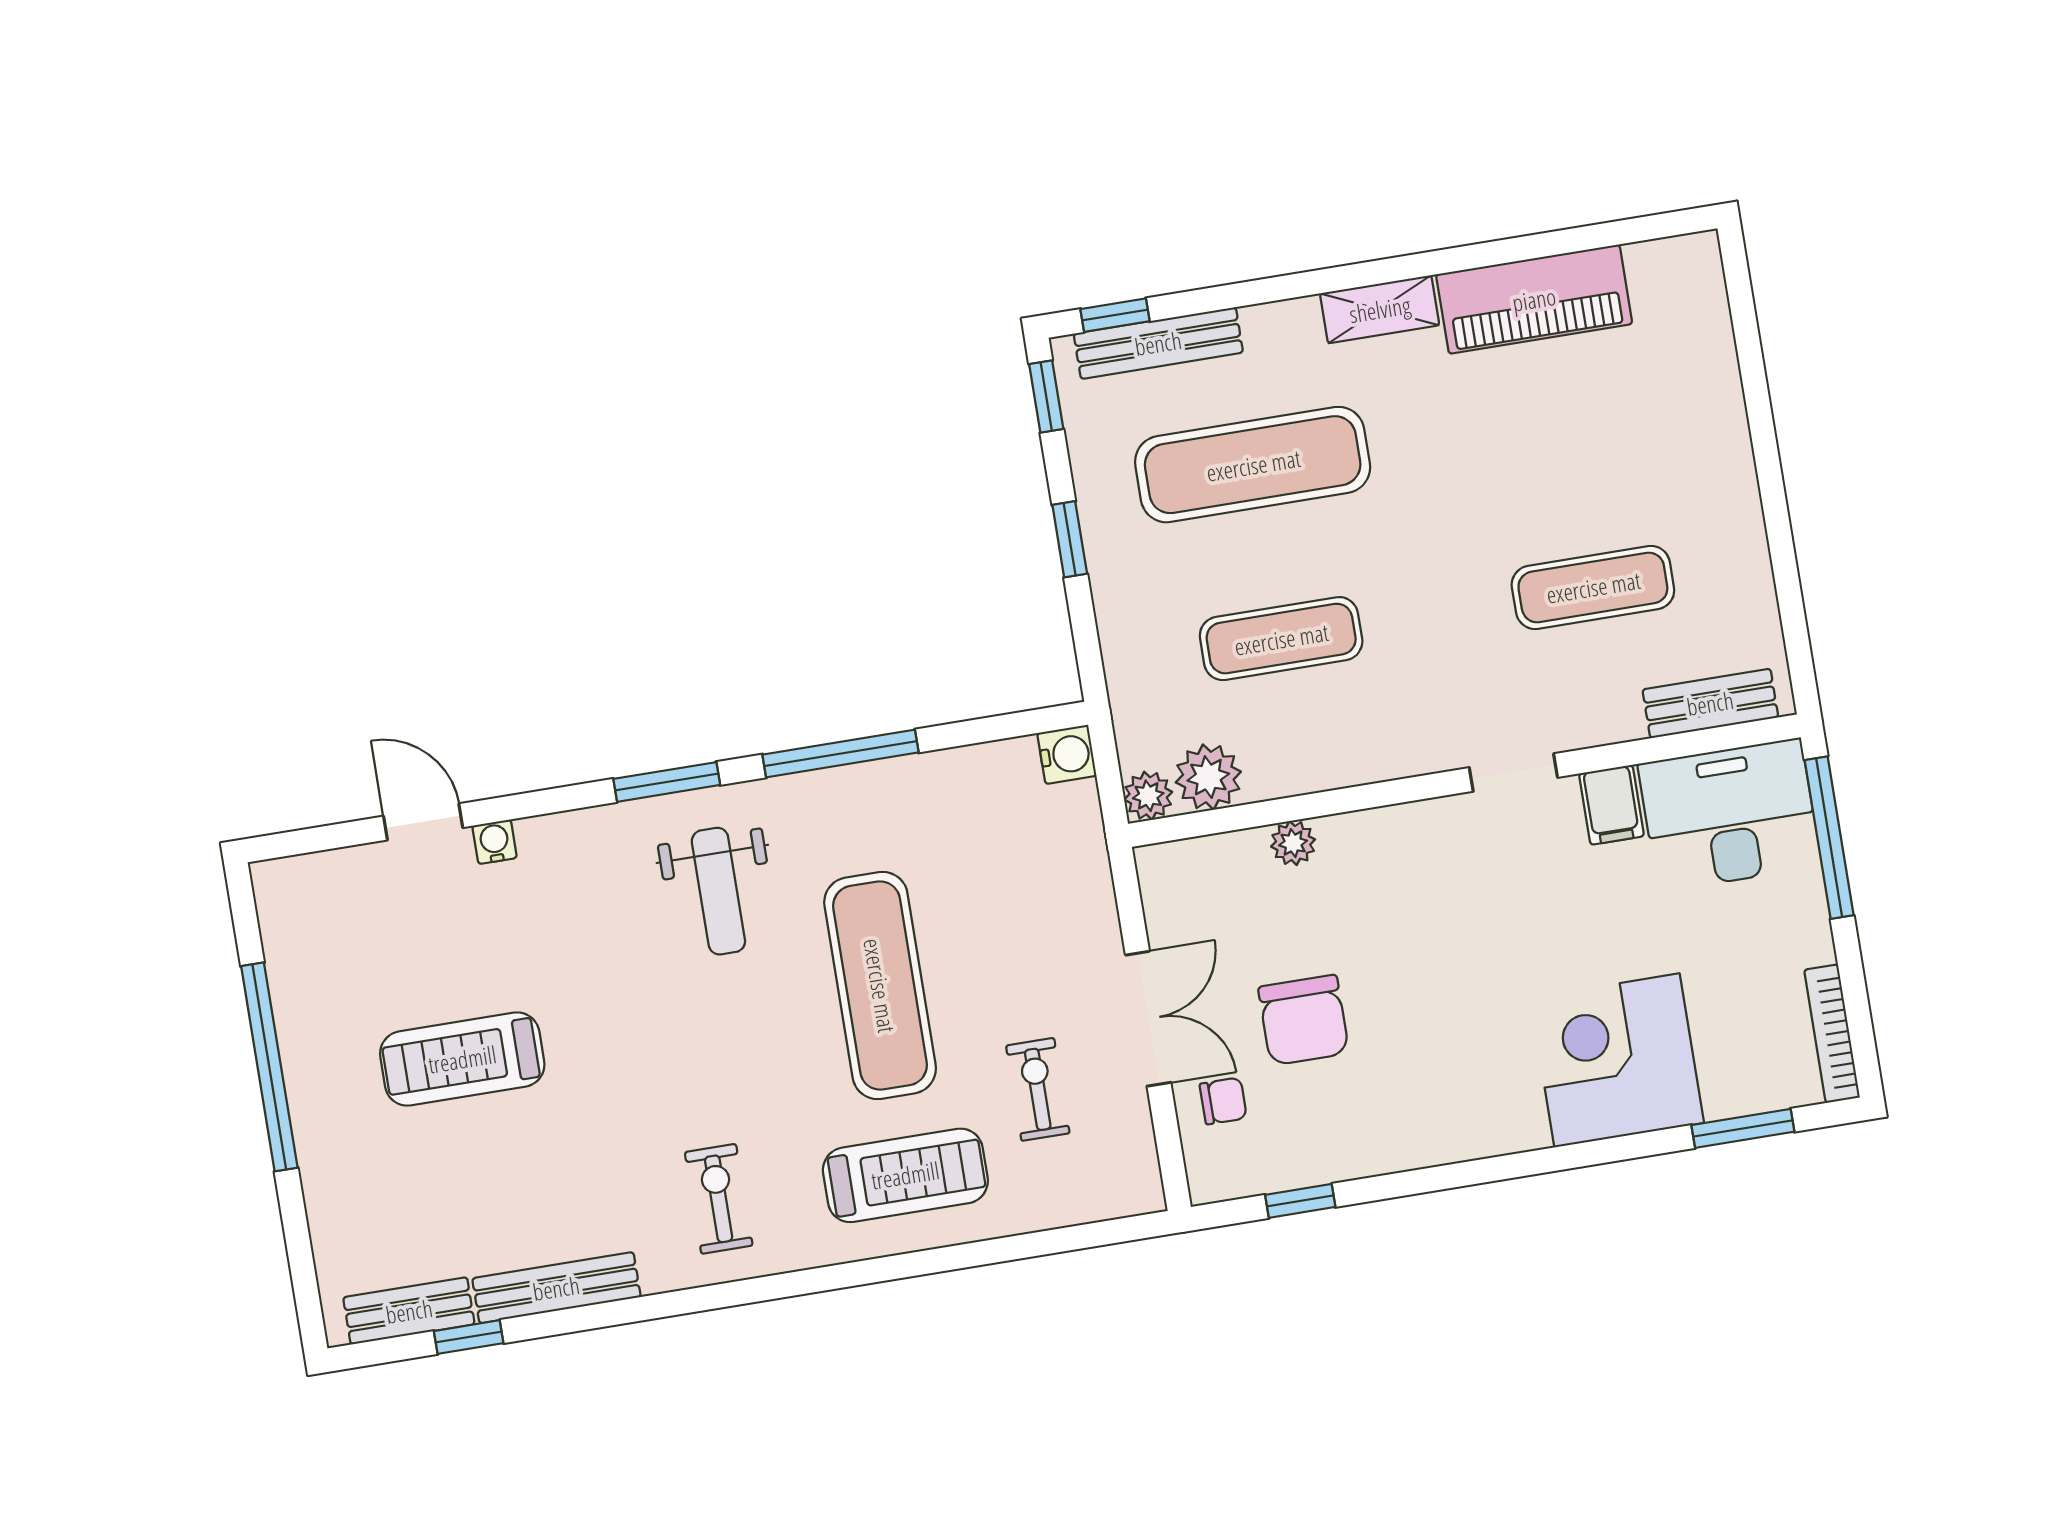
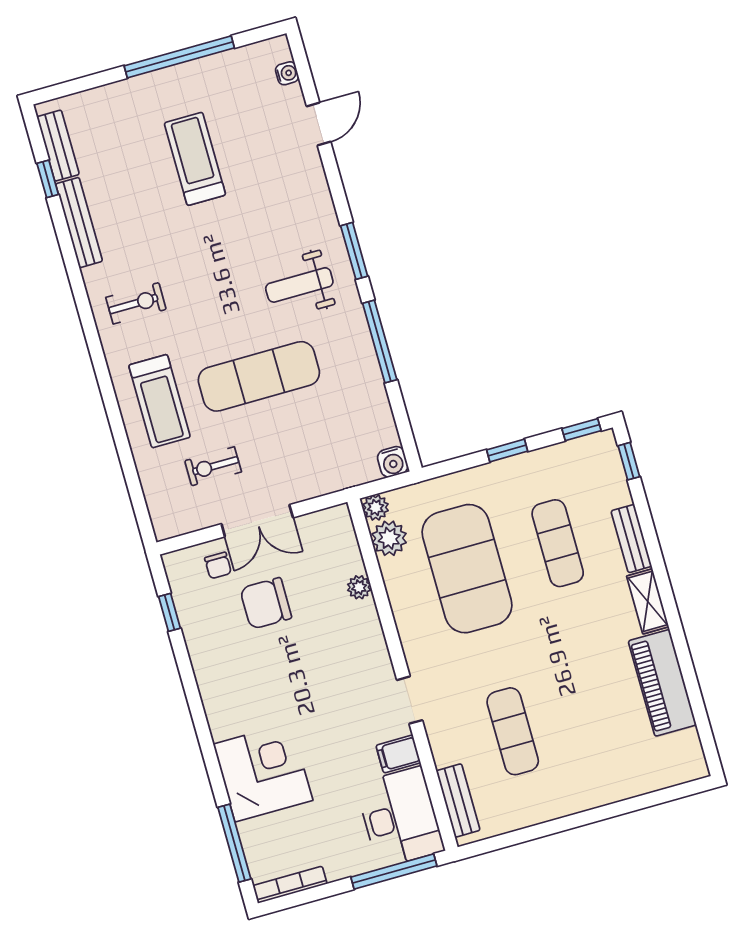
bench: (1158, 343) -> (631, 539), moved, width x0.73
exercise mat: (1253, 465) -> (558, 543), width x0.73, depth x0.69
exercise mat: (1281, 639) -> (467, 569), width x2.00, depth x1.45
water cooler: (495, 842) -> (287, 73), moved
exercise bike: (1038, 1089) -> (213, 466), turned 180
window: (1743, 1128) -> (234, 843), width x1.44

